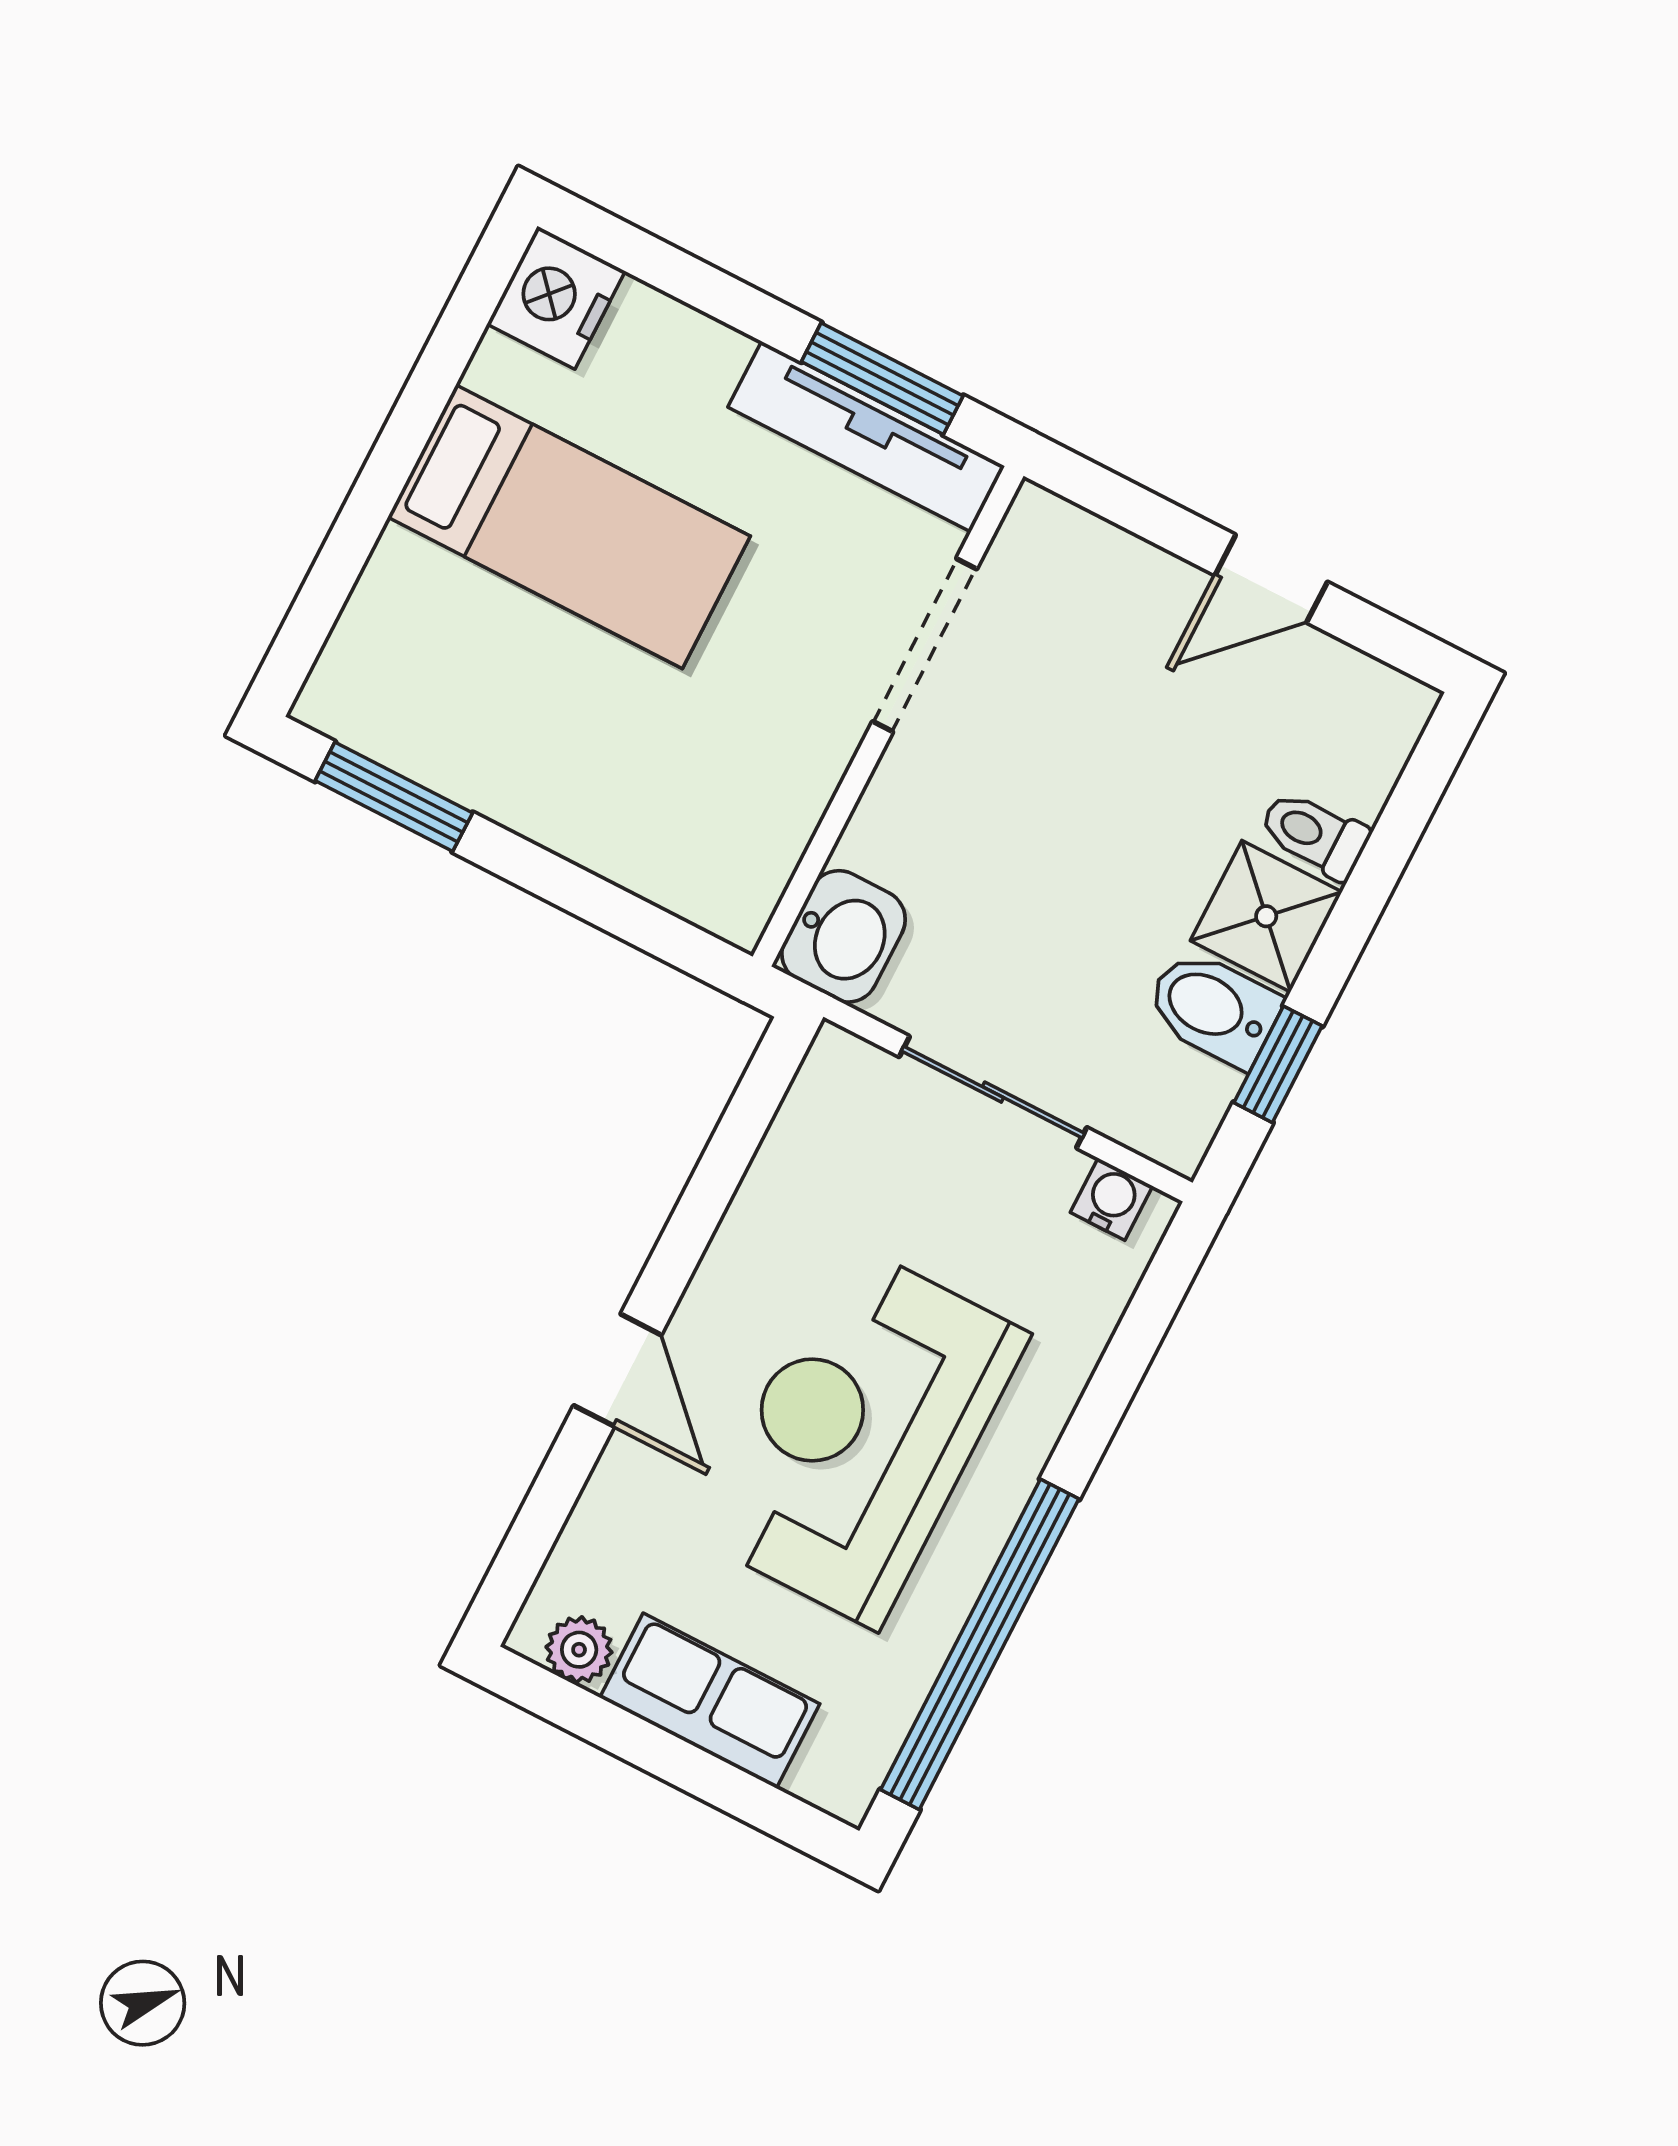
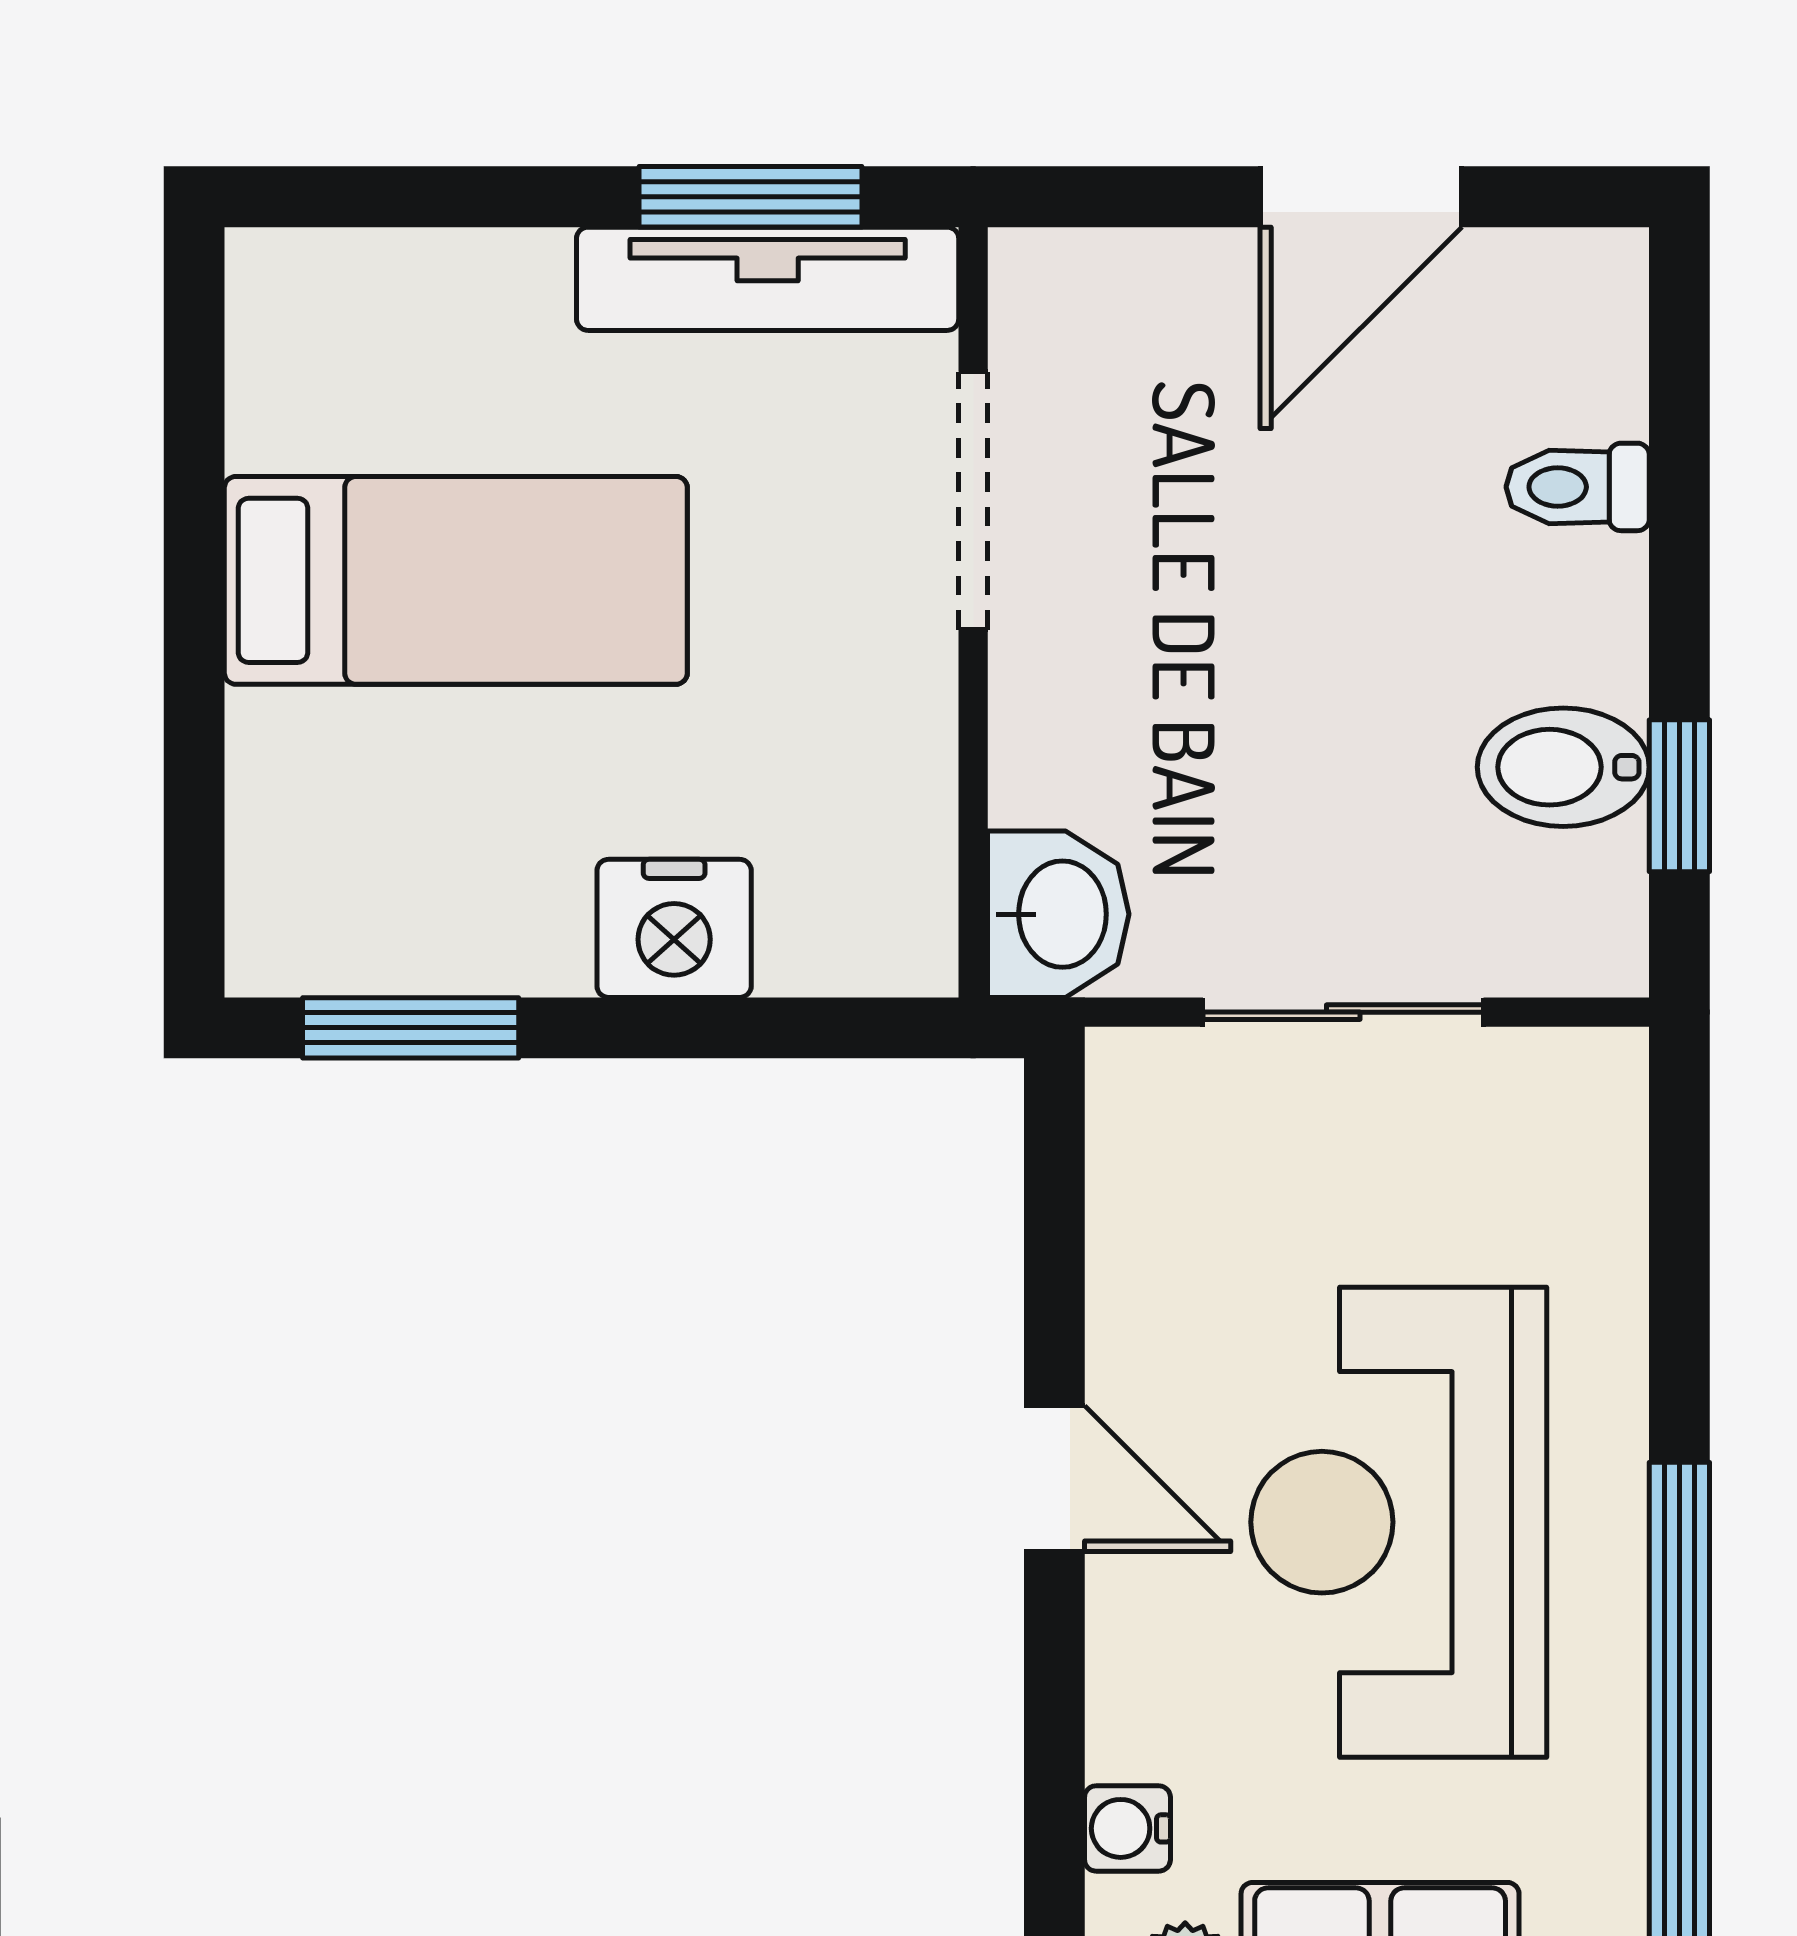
nightstand: (556, 298) -> (674, 928), moved, turned -90
door: (1271, 579) -> (1361, 197), width x1.37
shower: (1266, 916) -> (1570, 619), removed
water cooler: (1111, 1199) -> (1127, 1828), moved, turned -90
door: (617, 1370) -> (1054, 1479), moved

